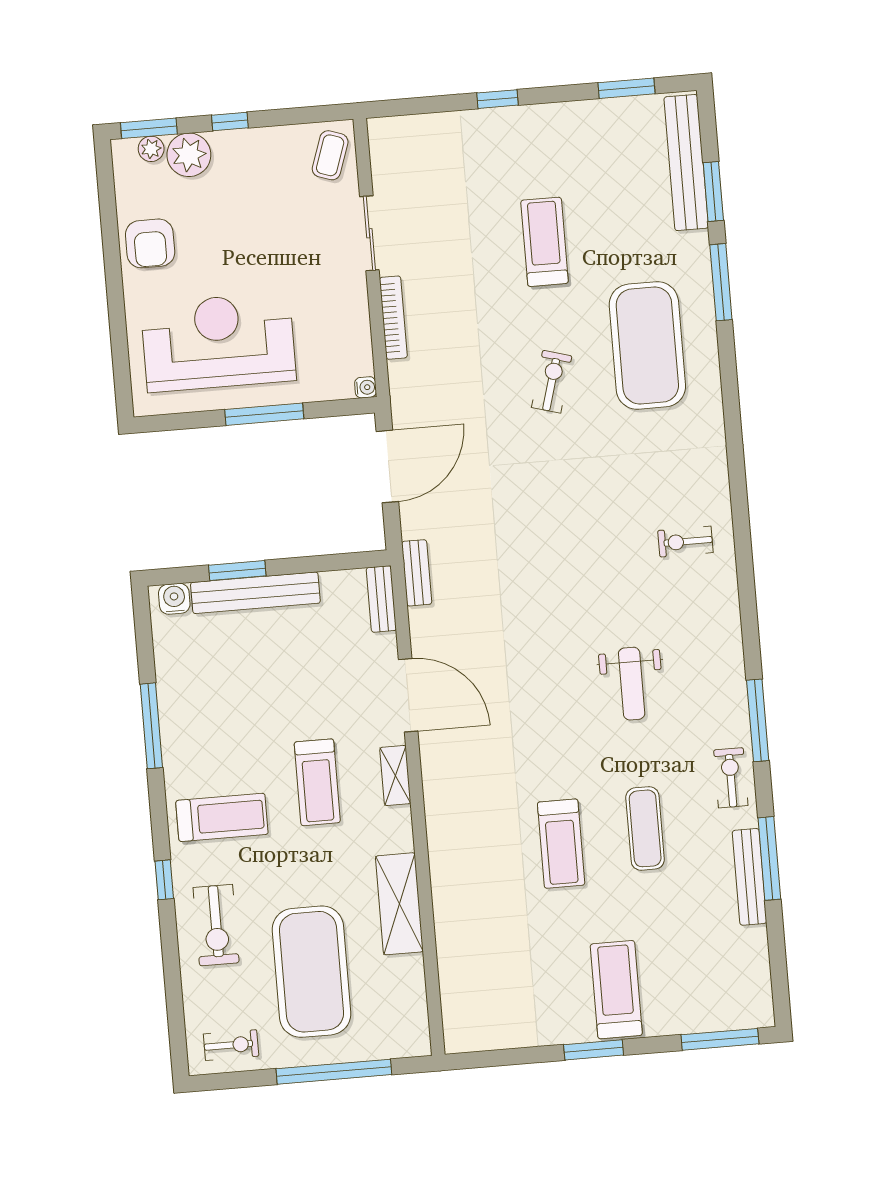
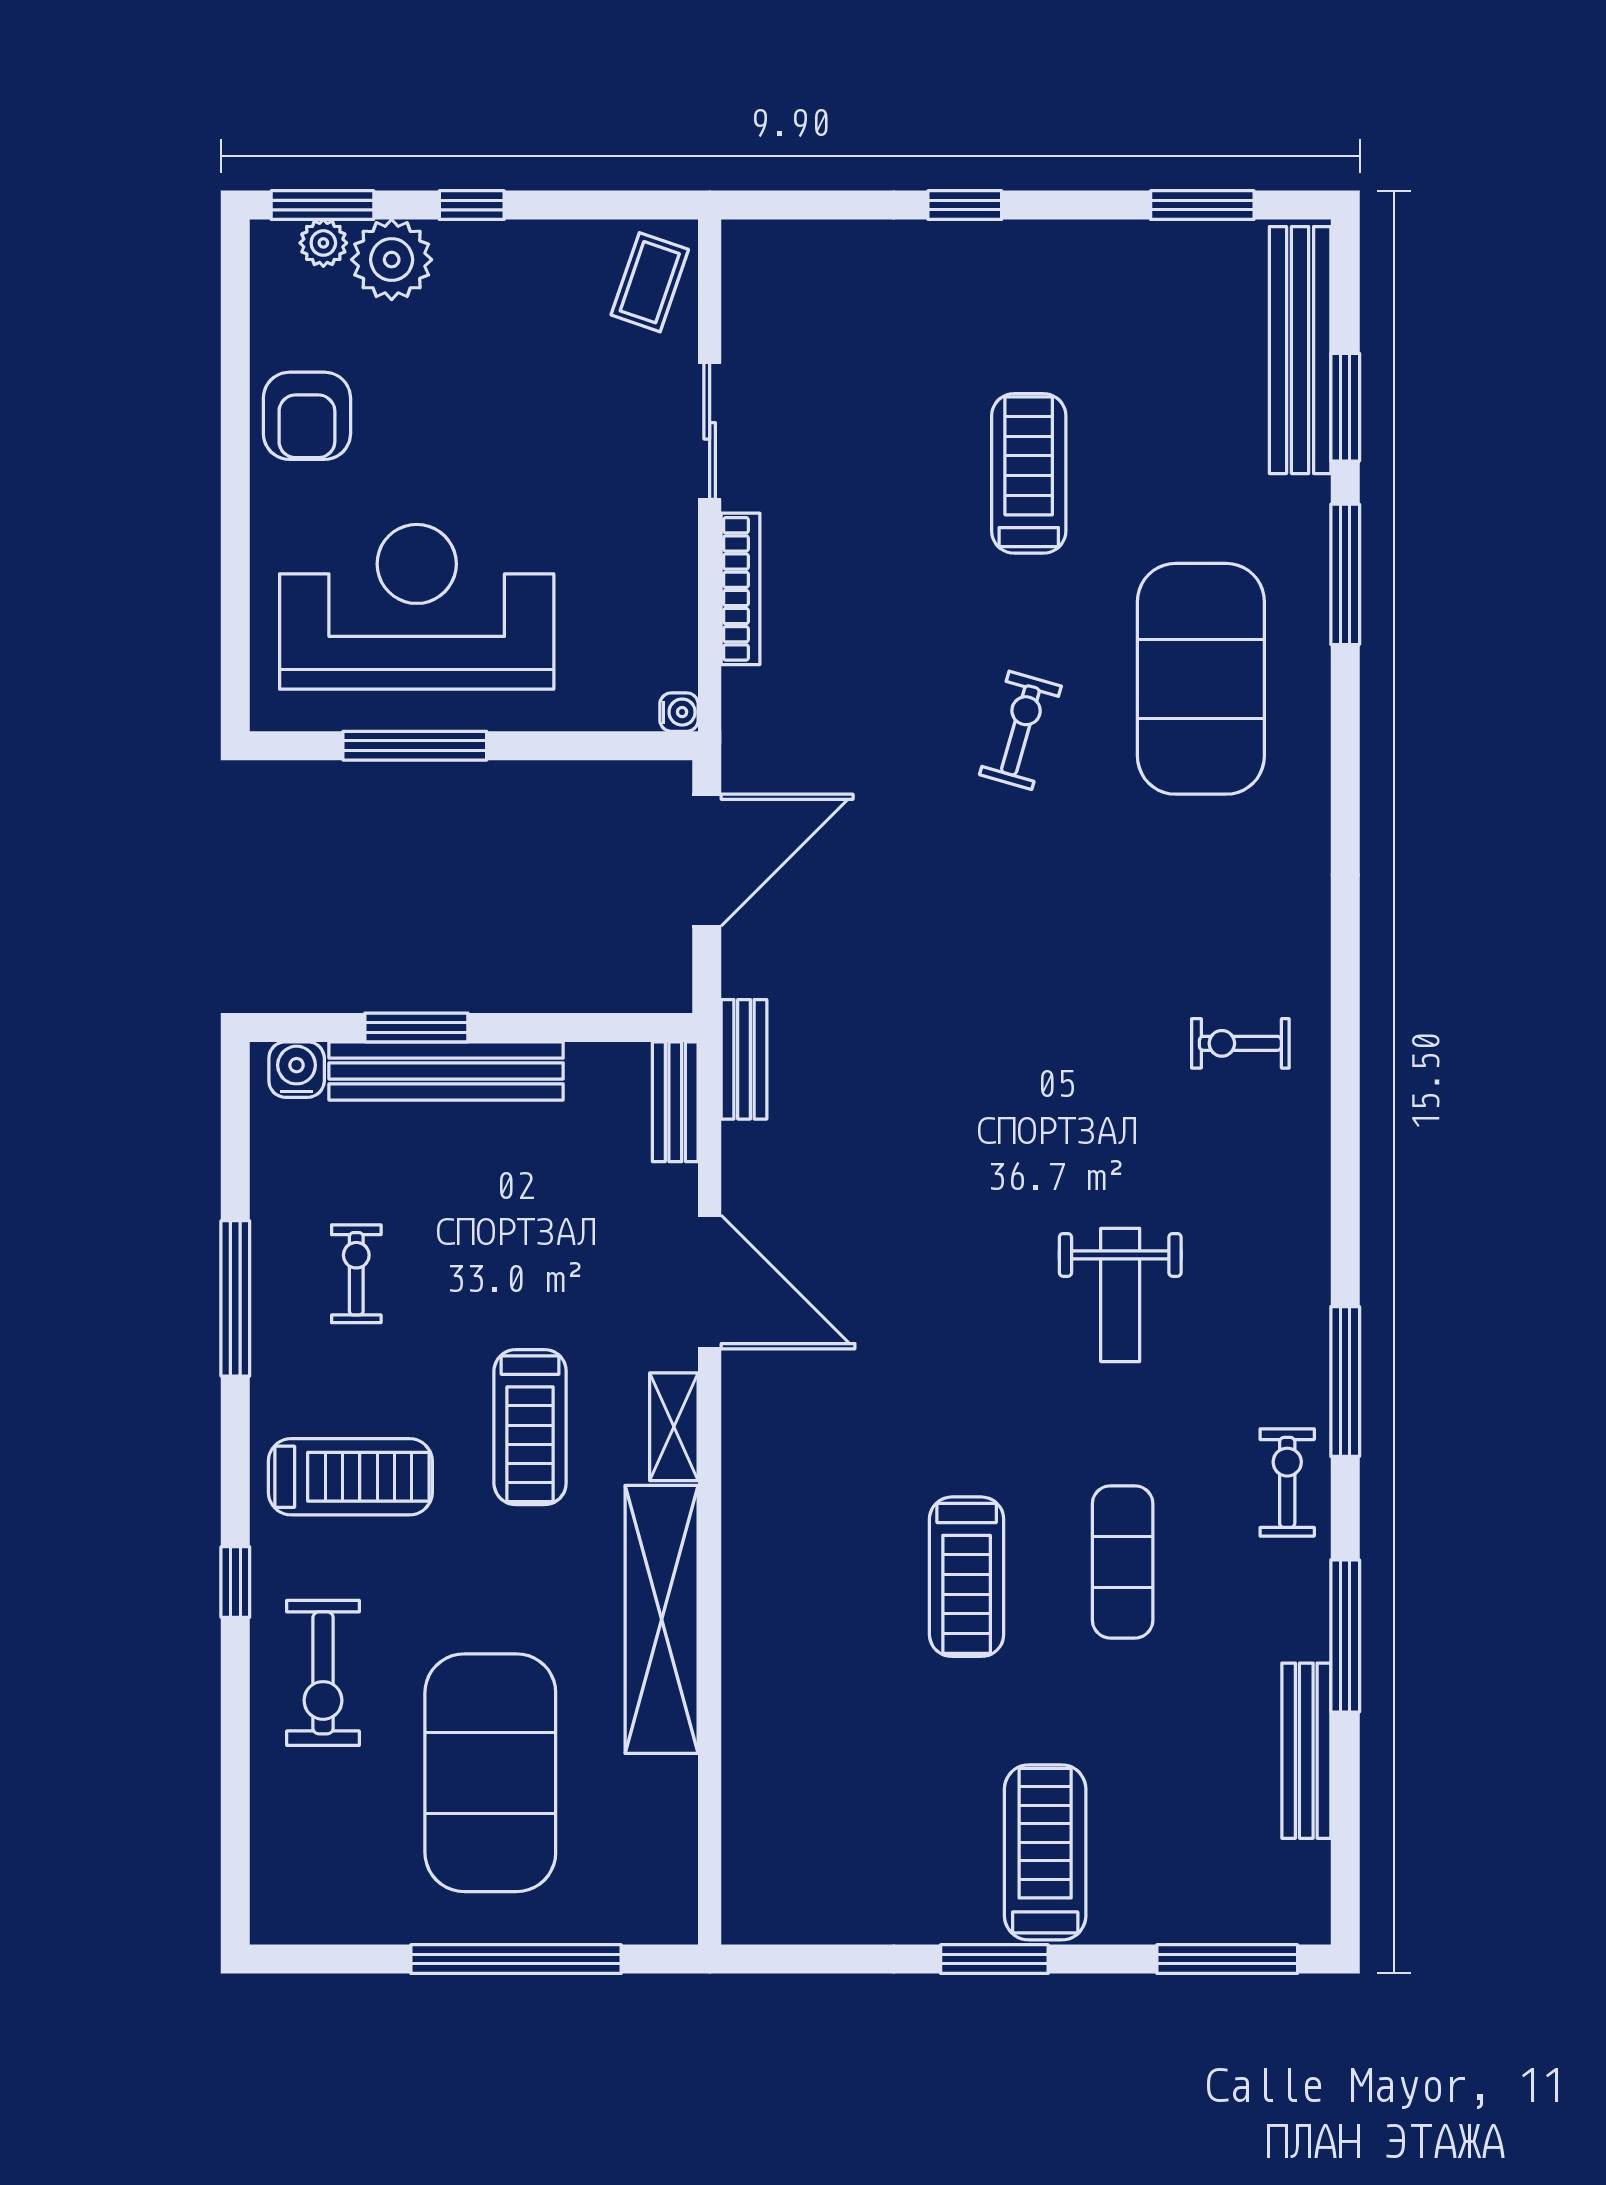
window: (264, 414) -> (415, 746), moved
bench: (750, 877) -> (1306, 1751), moved
shelving: (399, 904) -> (662, 1619), width x1.47
exercise bike: (231, 1045) -> (356, 1274), moved, turned -90

